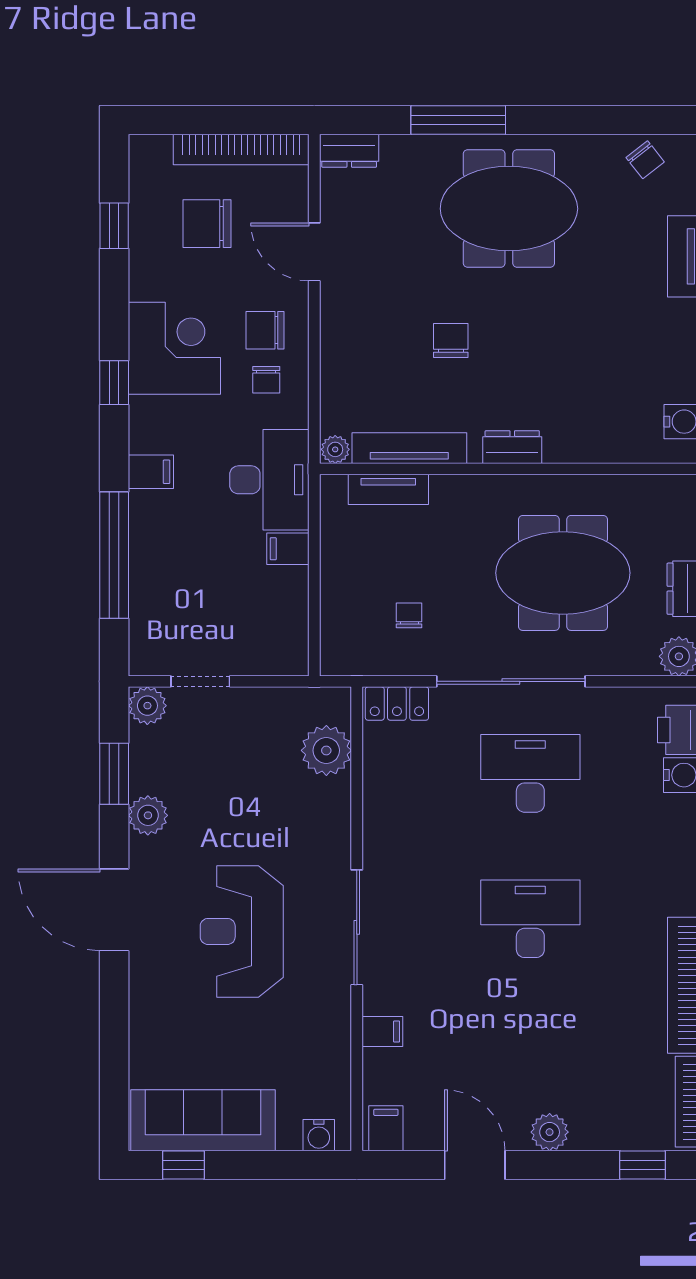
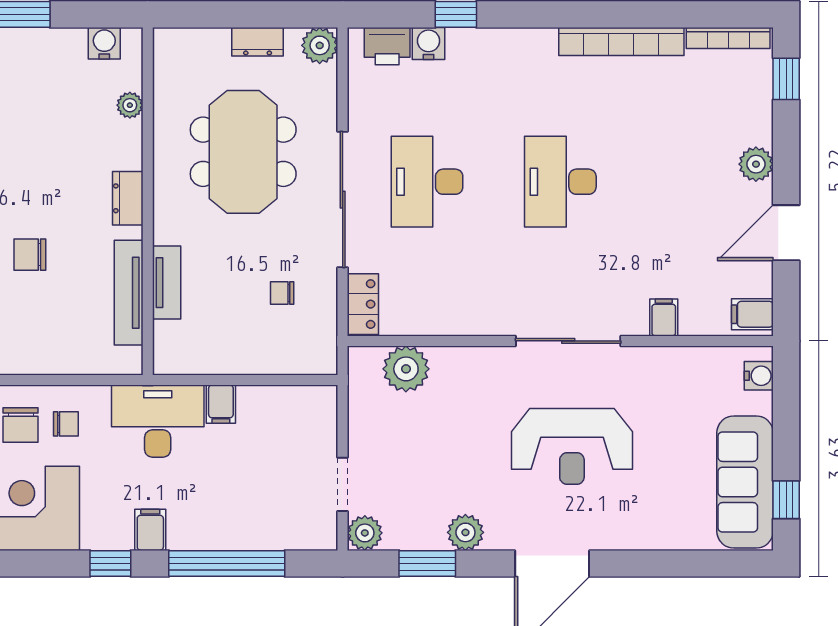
window: (114, 383) -> (110, 564), moved
plant: (335, 449) -> (130, 105), moved
tv unit: (388, 489) -> (167, 283), moved

